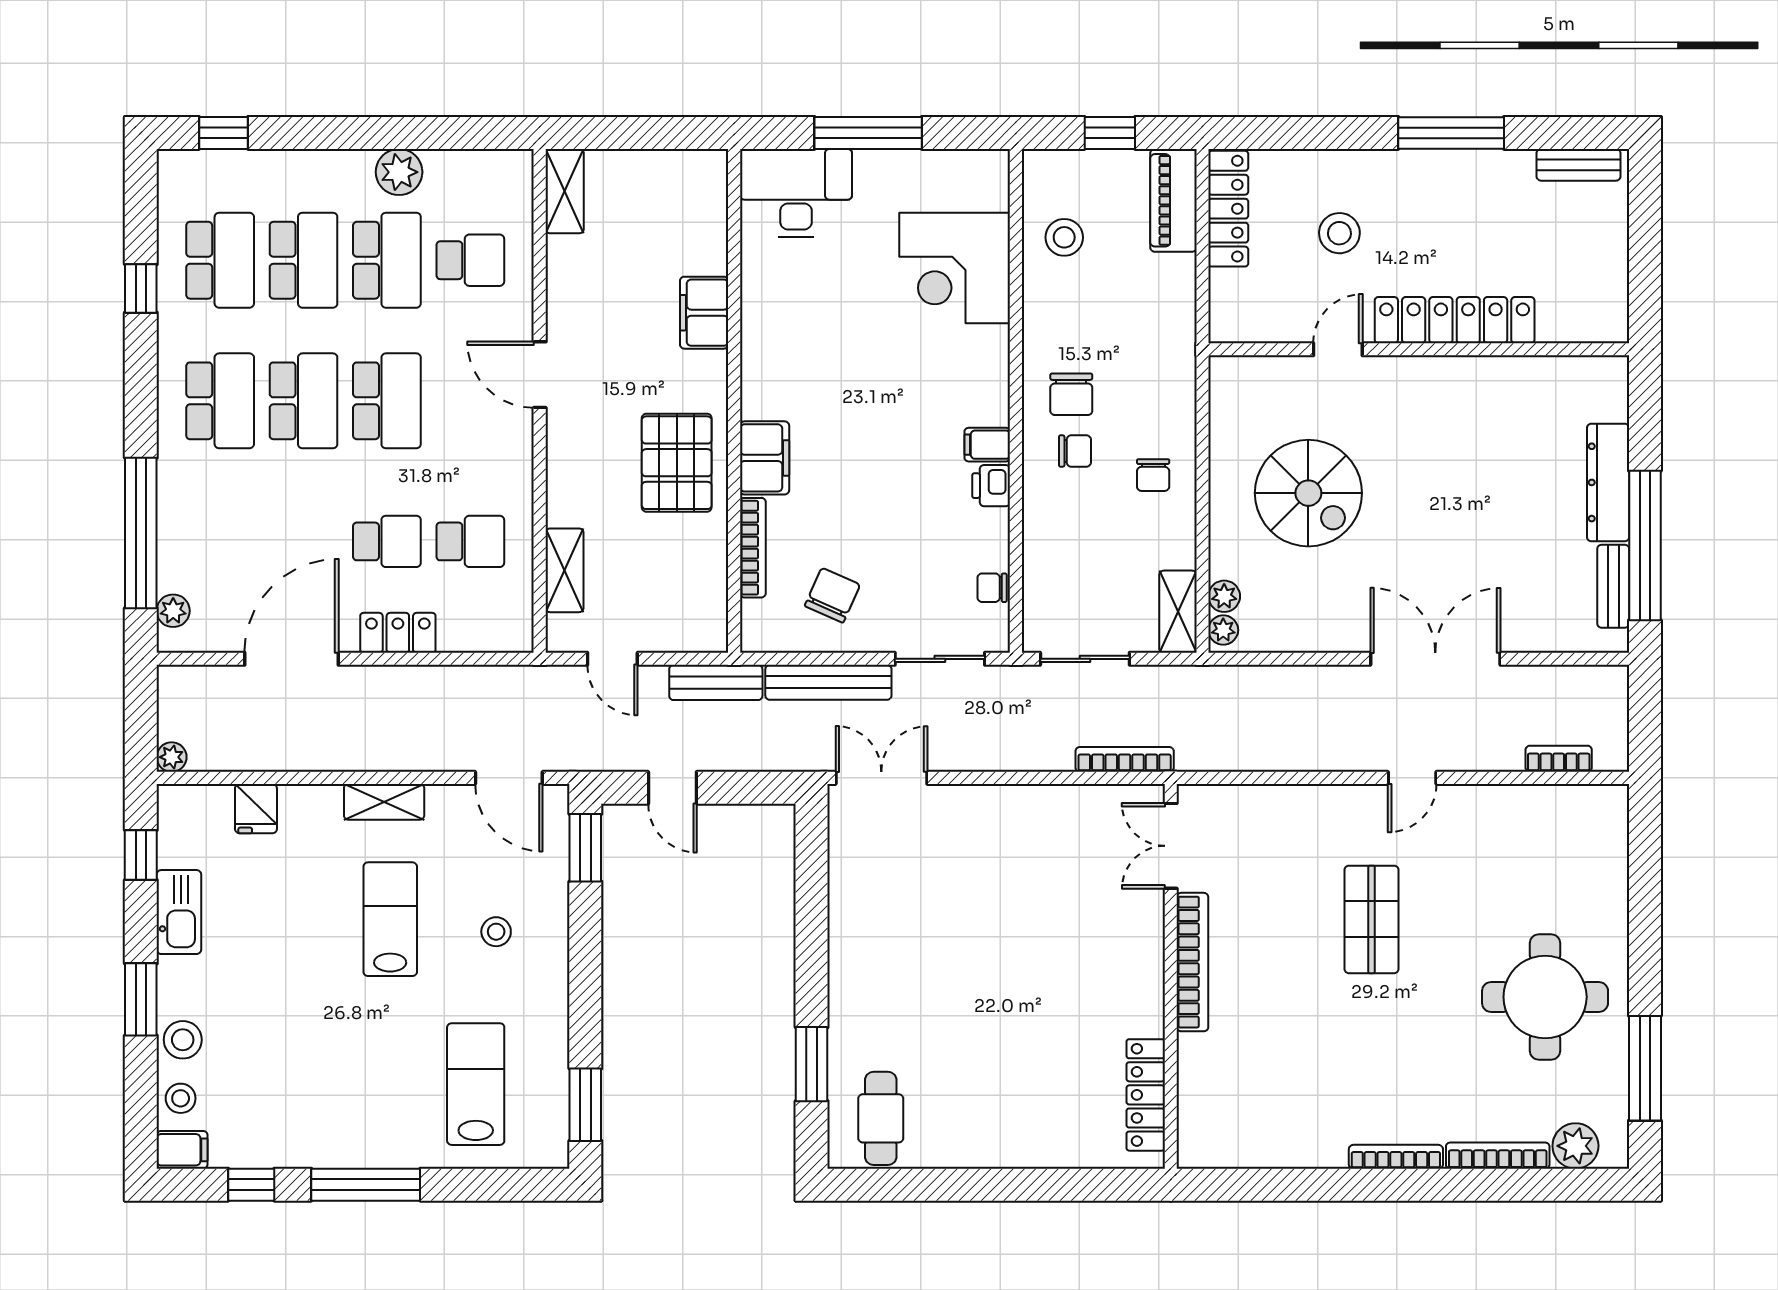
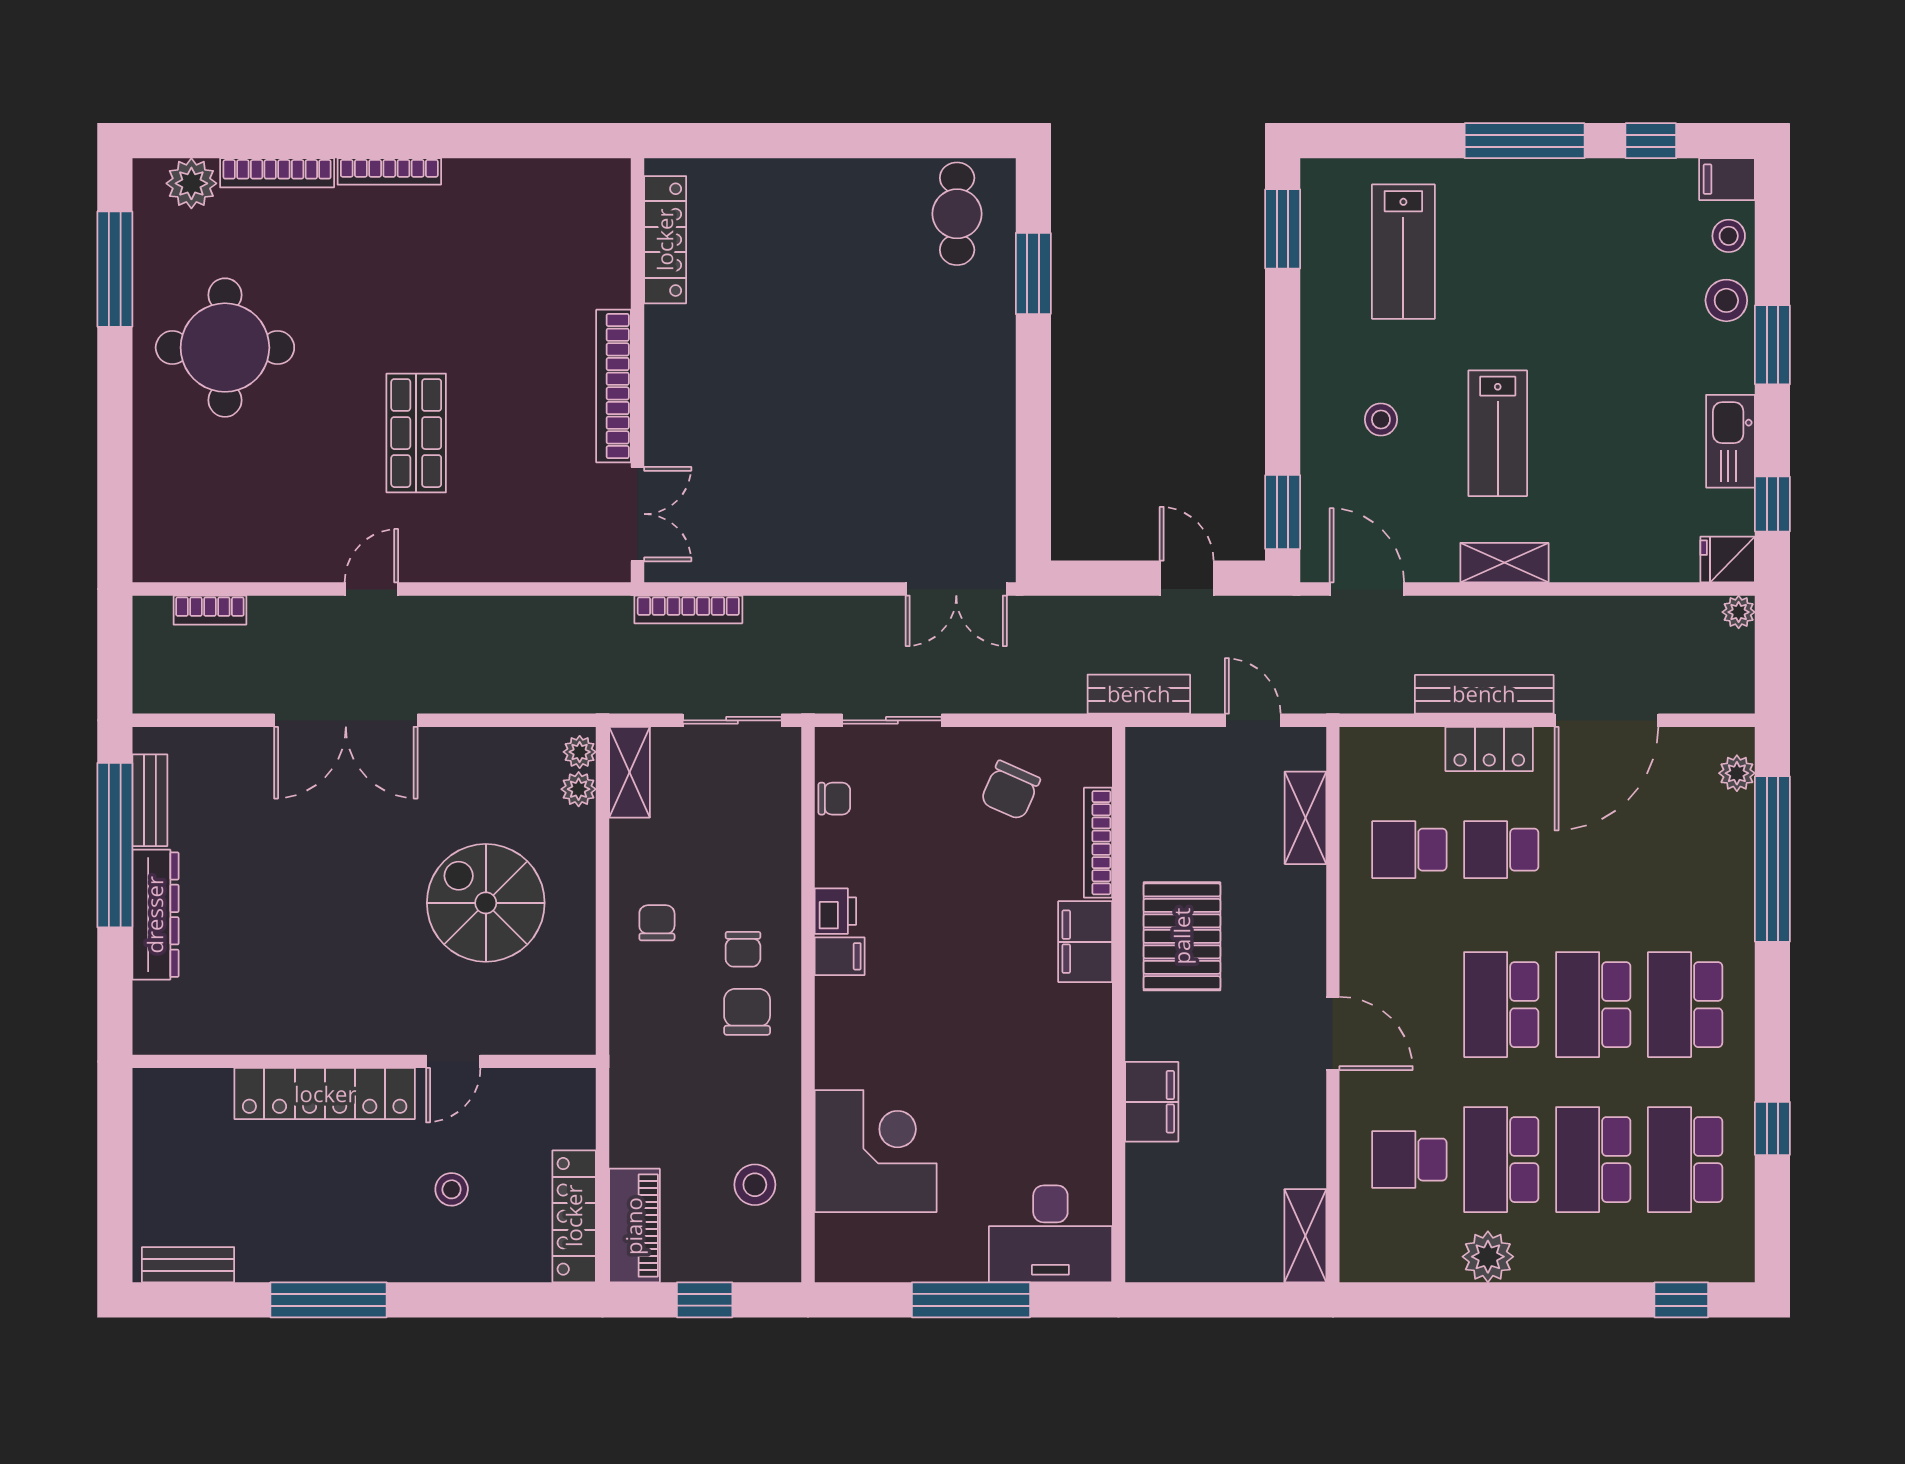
stool: (1339, 233) -> (452, 1189), width x0.73, depth x0.73
chair: (1075, 451) -> (743, 949), turned -90
bench: (828, 682) -> (1484, 694), moved
fridge: (256, 809) -> (1728, 560), moved, turned -90

